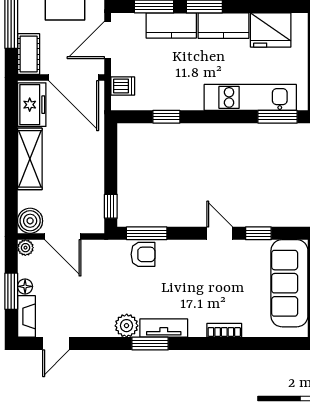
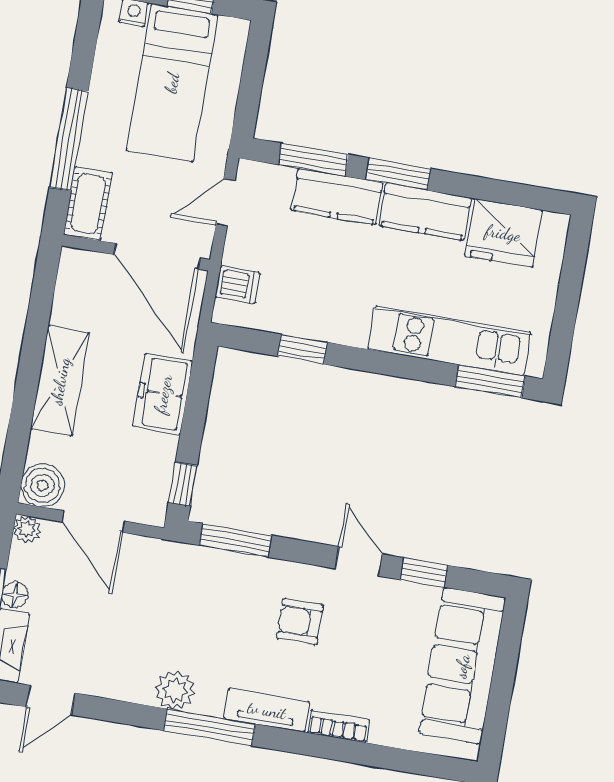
door: (108, 40) -> (225, 203), width x0.73
freezer: (32, 105) -> (163, 394), moved, turned 180
armchair: (143, 254) -> (300, 622), moved, turned 180
tv unit: (164, 328) -> (267, 710), moved
window: (150, 344) -> (209, 727), width x1.44

